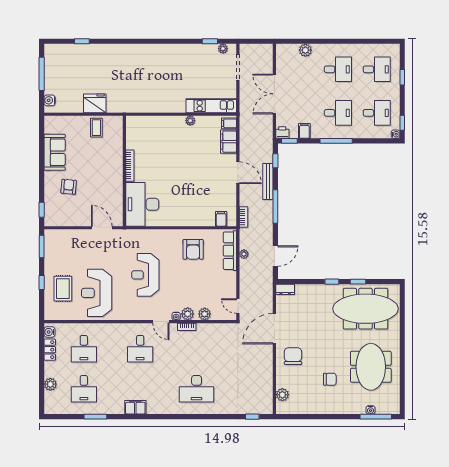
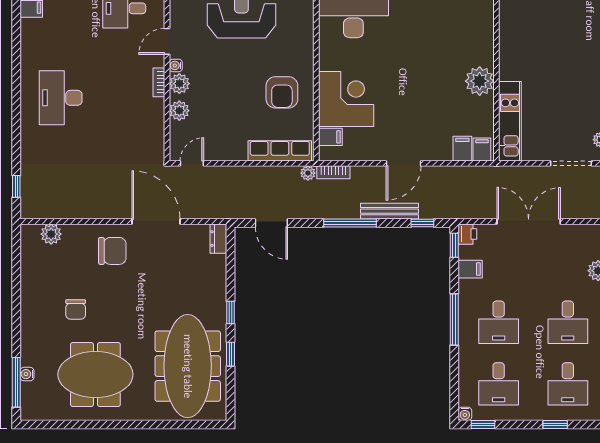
plant: (190, 121) -> (480, 81), width x1.88, depth x1.88
filing cabinet: (228, 142) -> (462, 149), width x0.50
corner desk: (197, 209) -> (346, 99), added
armchair: (193, 249) -> (282, 92), turned -90
plant: (244, 254) -> (308, 173), moved

